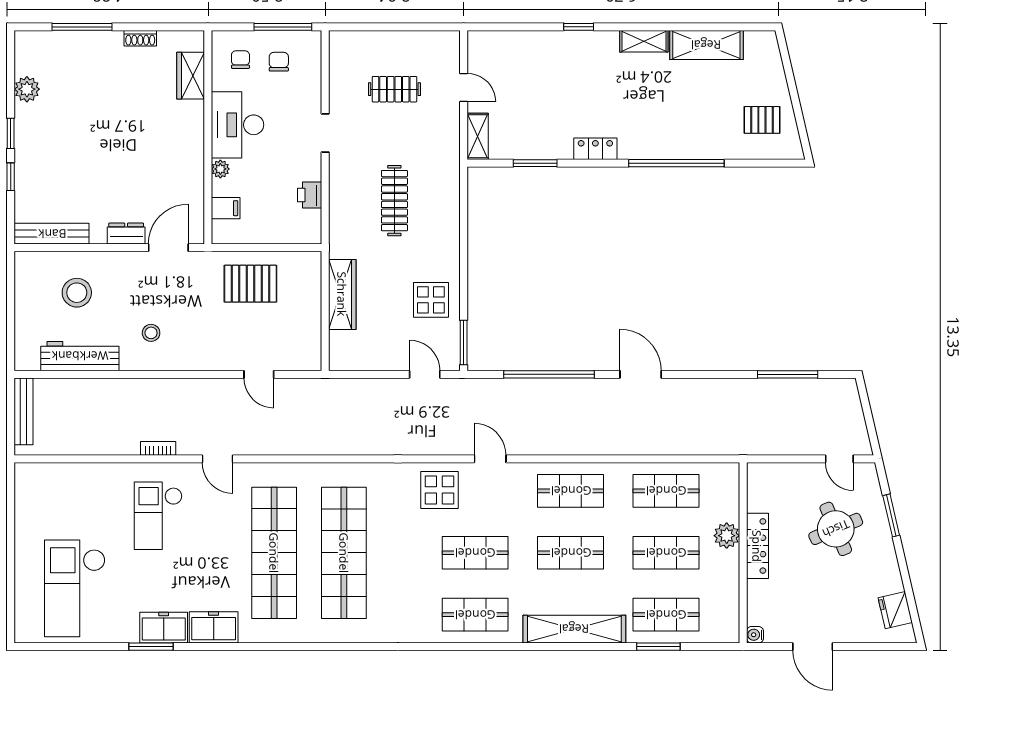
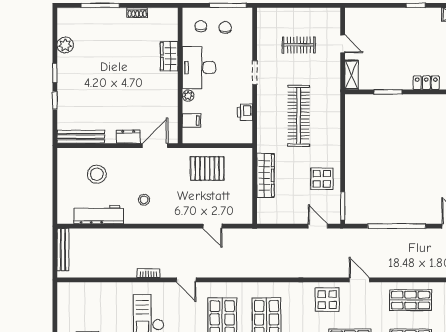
wardrobe: (191, 76) -> (169, 56), moved
clothes rail: (394, 201) -> (299, 116), width x1.37, depth x1.31

